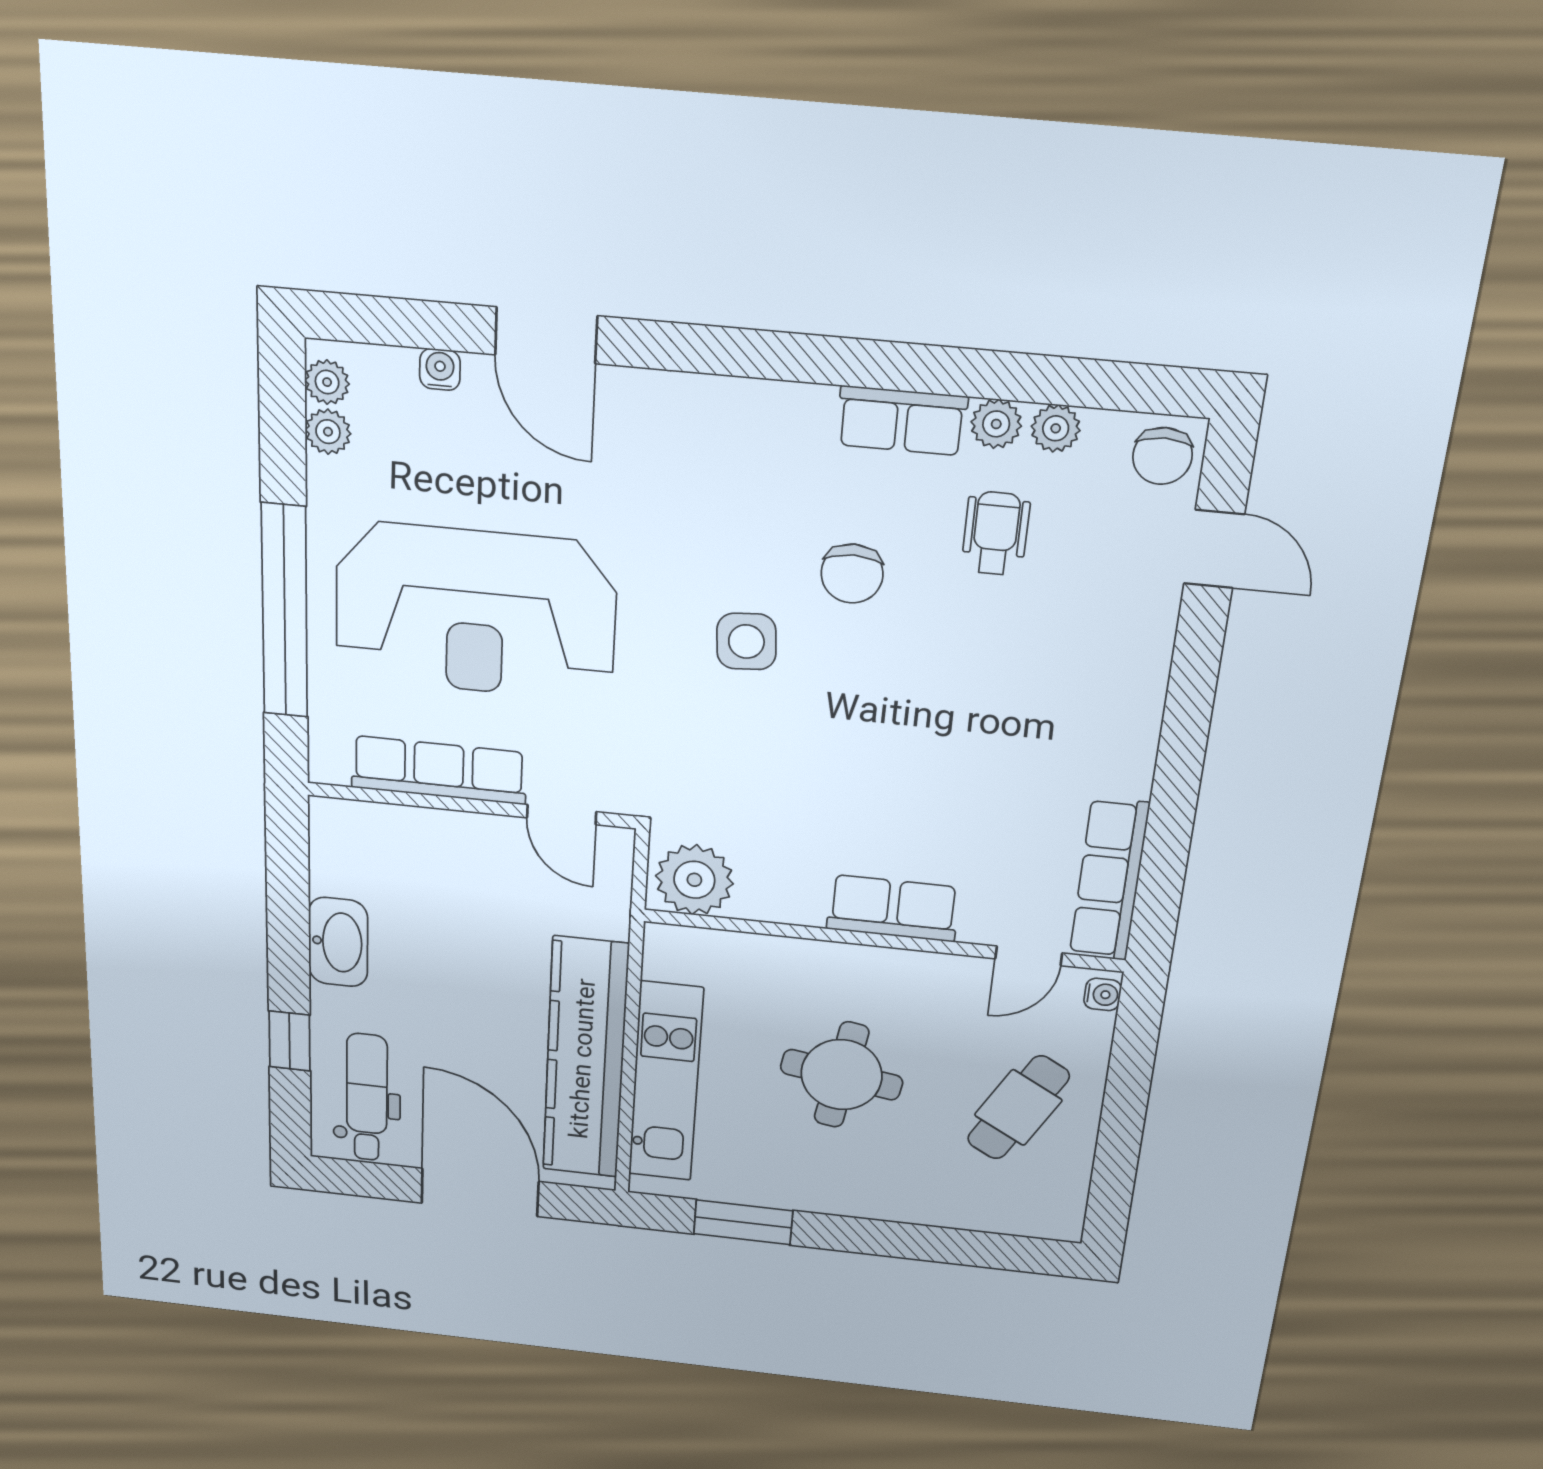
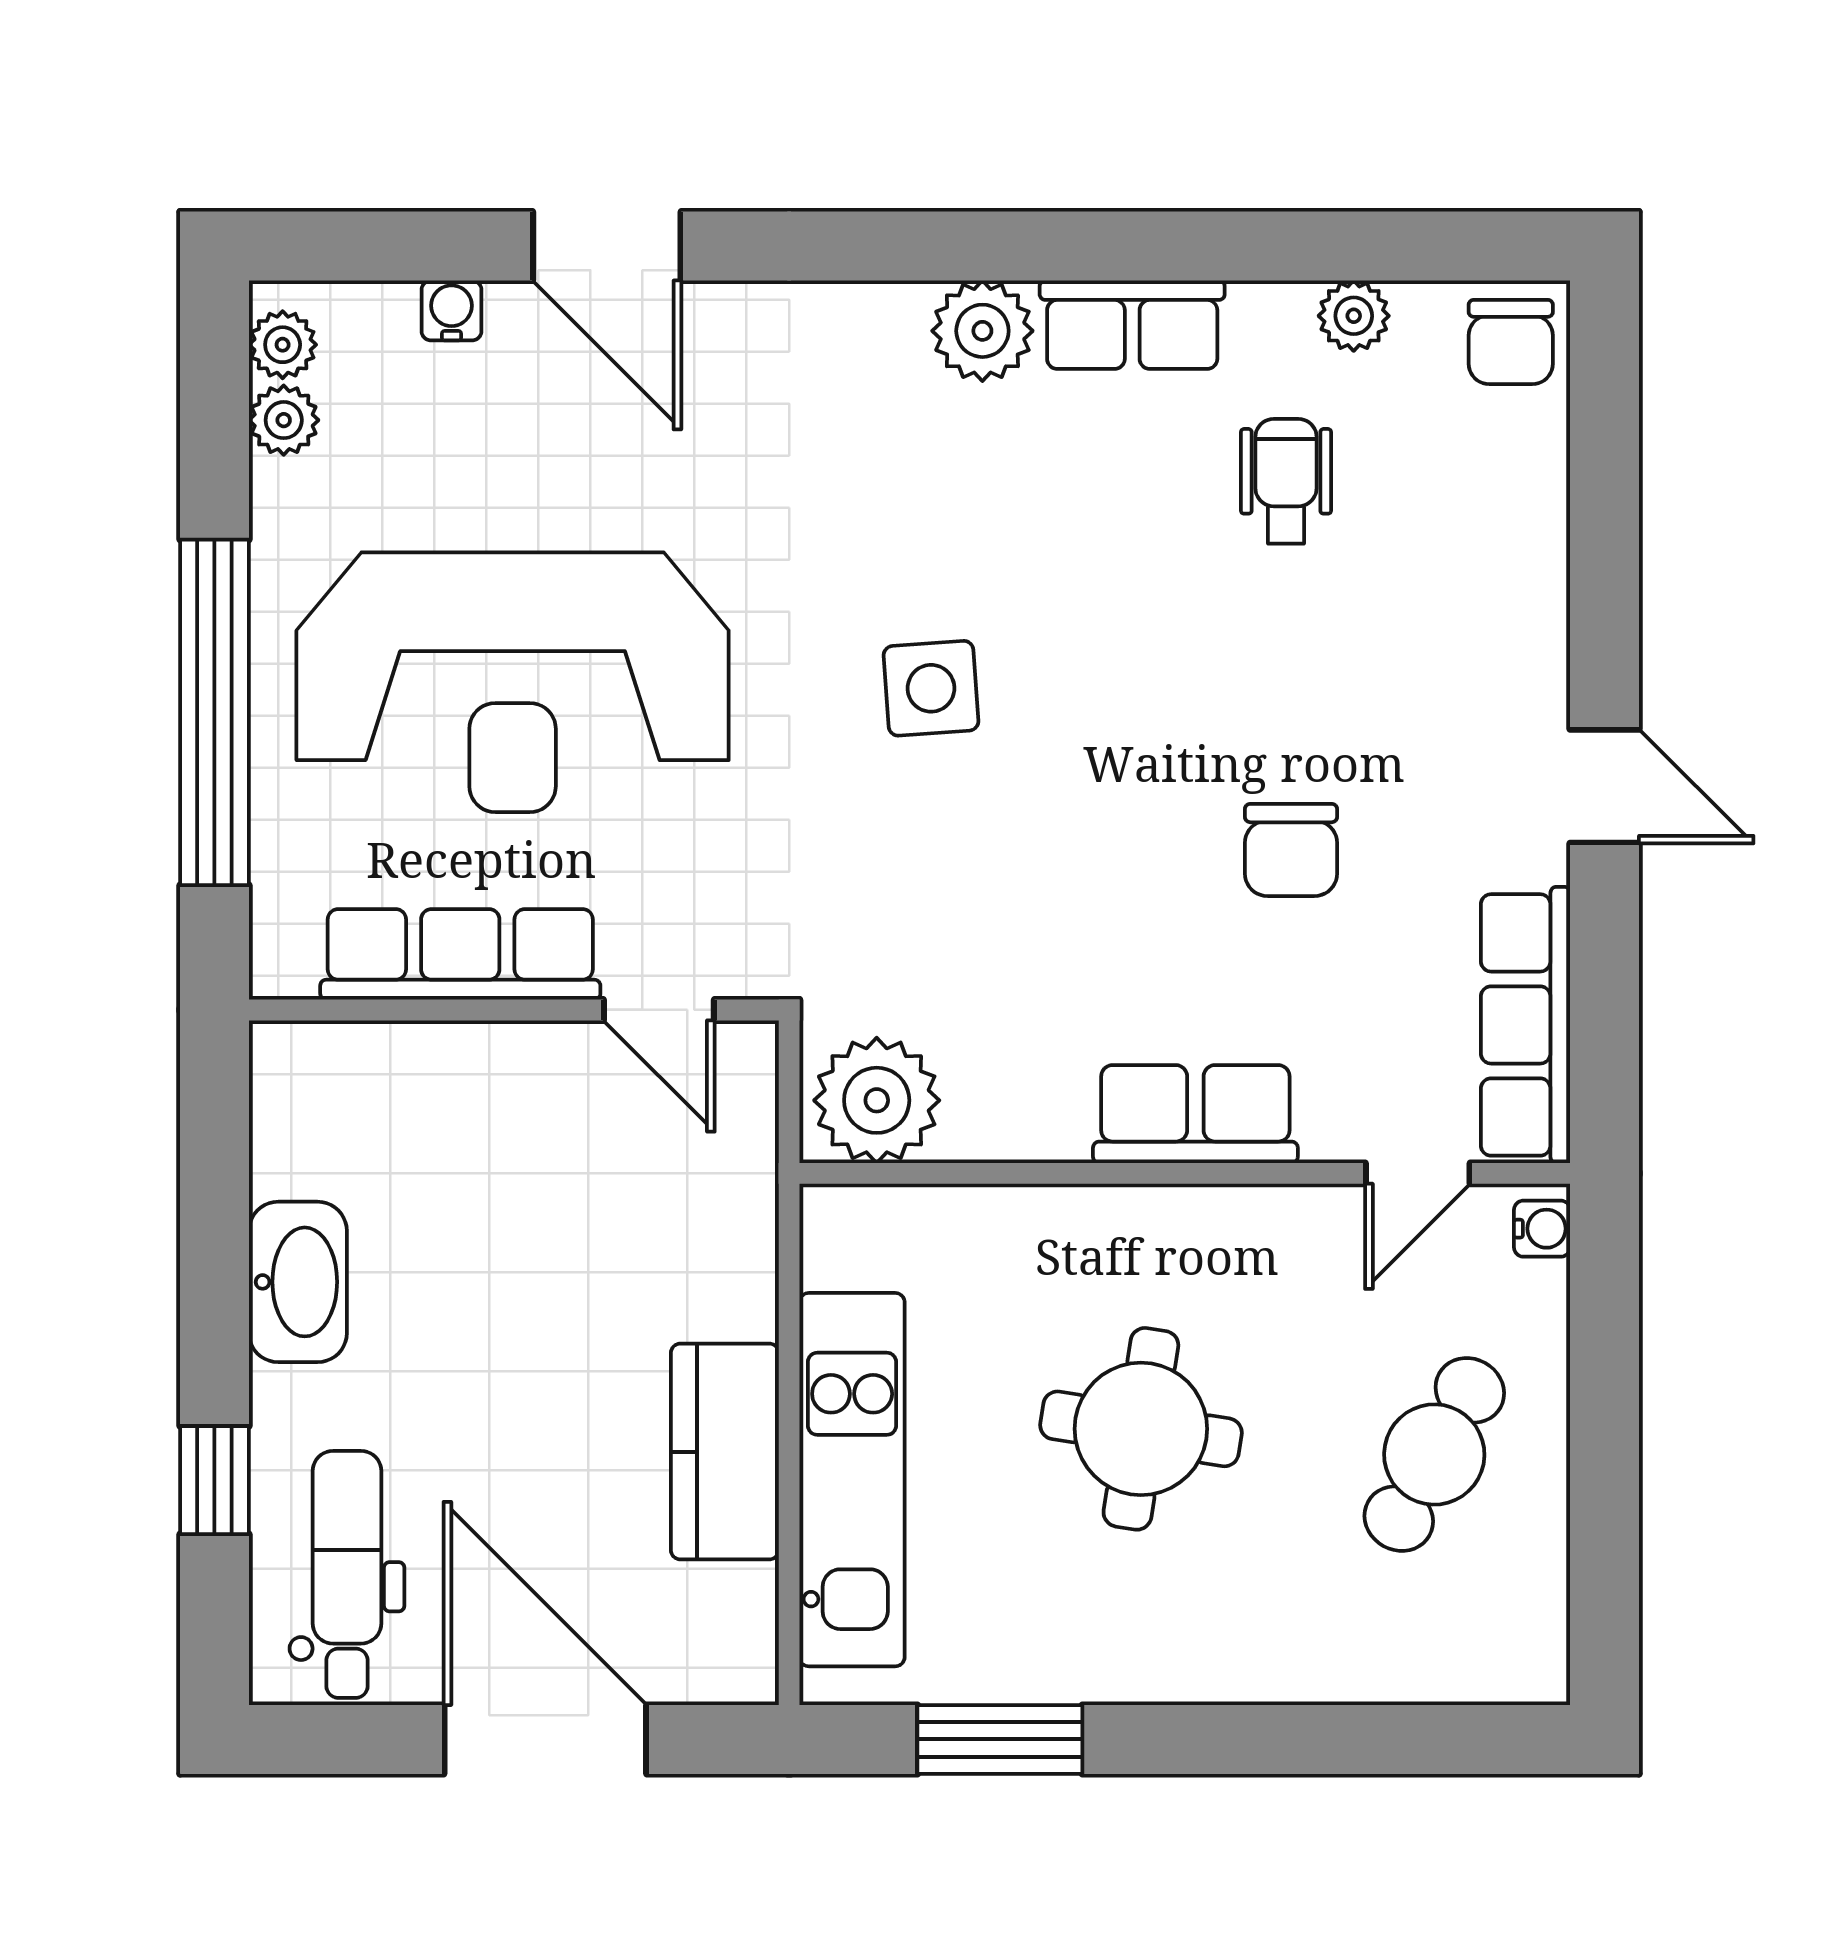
plant: (996, 424) -> (982, 331), moved, width x1.38, depth x1.38
door: (1214, 549) -> (1605, 786), moved
chair: (852, 574) -> (1291, 850), moved
kitchen counter: (585, 1059) -> (725, 1452), width x0.48, depth x0.86

